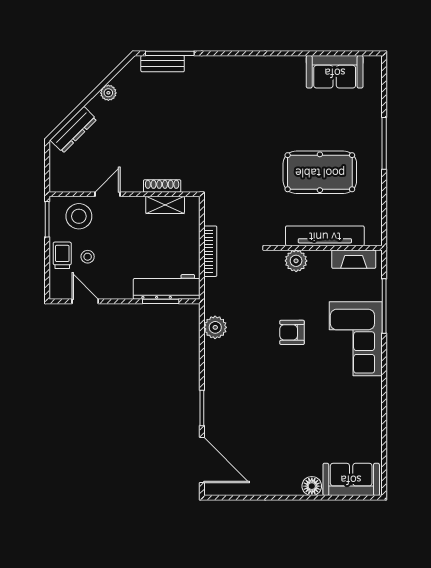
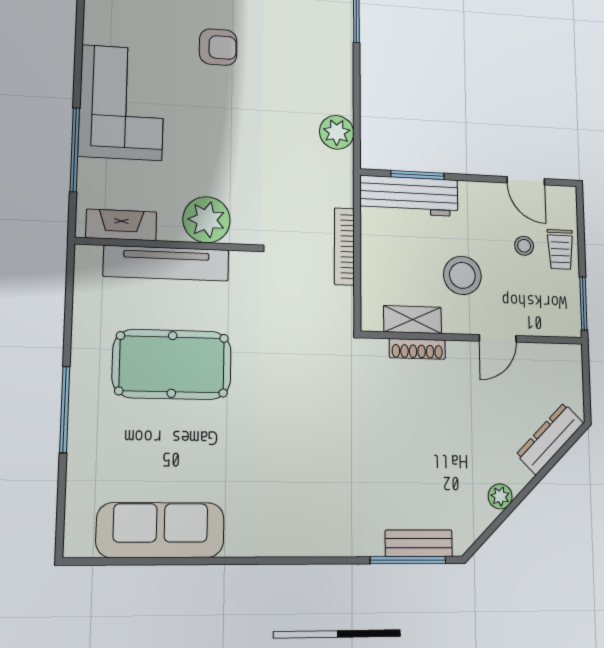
sofa: (335, 72) -> (160, 530), width x1.36
stool: (79, 216) -> (462, 275), moved
plant: (296, 261) -> (207, 220), width x1.36, depth x1.36
armchair: (292, 332) -> (218, 47), moved

